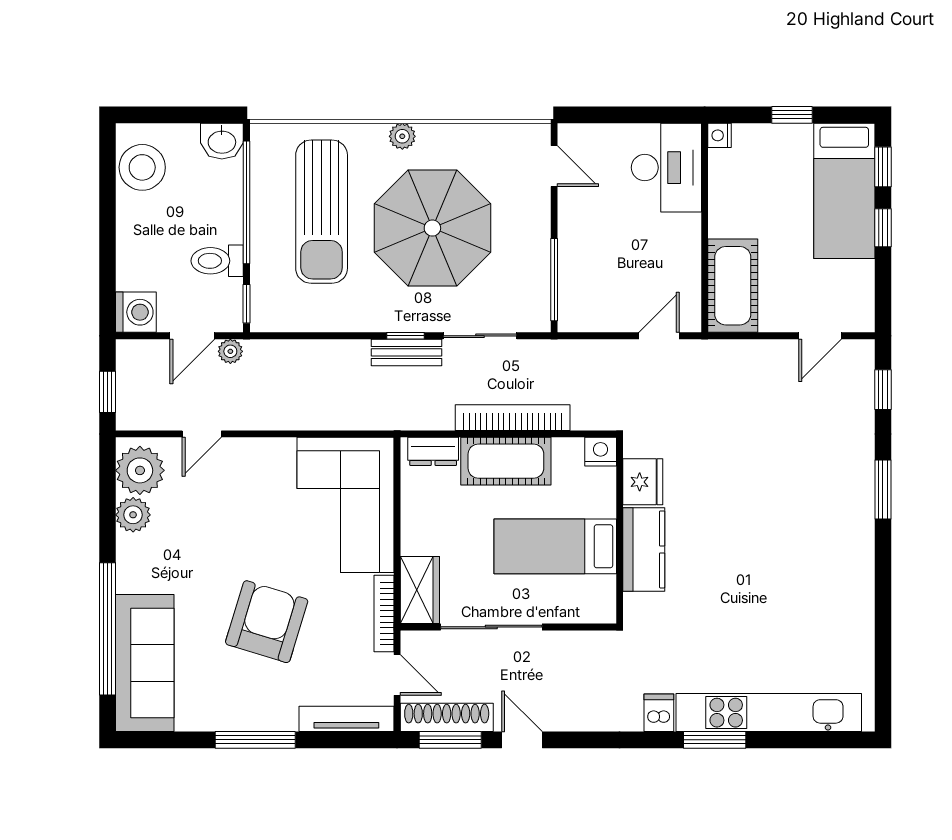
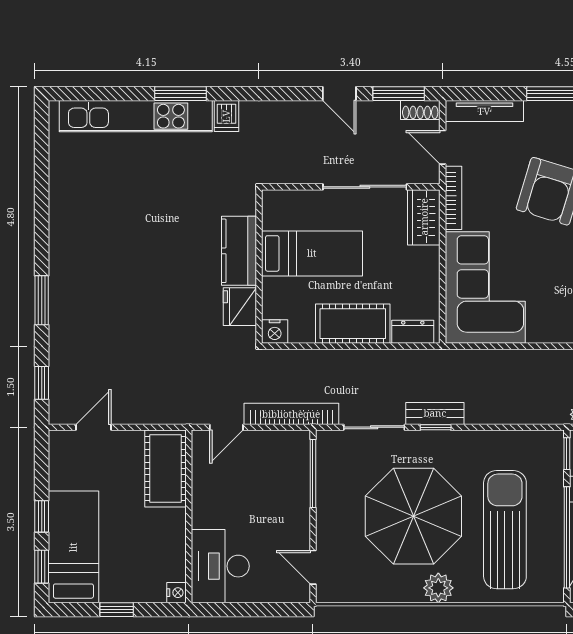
plant: (402, 136) -> (438, 588), width x1.38, depth x1.38
bookcase: (513, 418) -> (291, 414), moved, turned 180
shoe rack: (447, 717) -> (420, 110), width x0.51, depth x0.81

